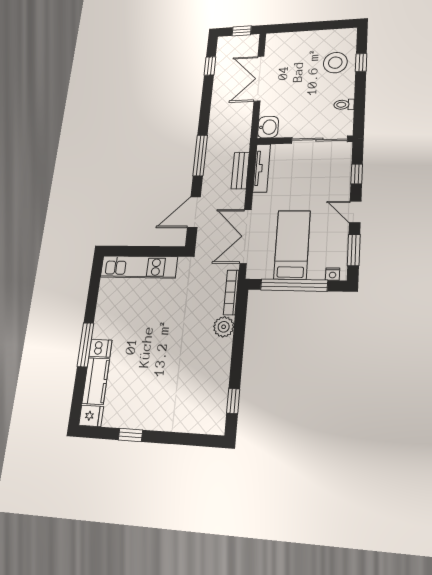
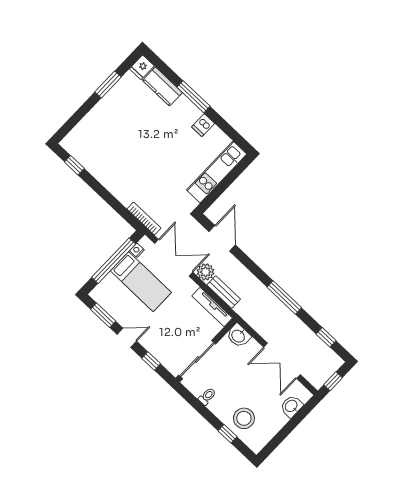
washbasin: (291, 40) -> (291, 406), added
double door: (259, 78) -> (282, 361), swing flipped
window: (200, 155) -> (284, 297), moved
nightstand: (333, 274) -> (137, 250), moved
plant: (224, 327) -> (206, 272), moved
dishwasher: (100, 348) -> (203, 125), moved
window: (130, 435) -> (108, 85), width x1.50

